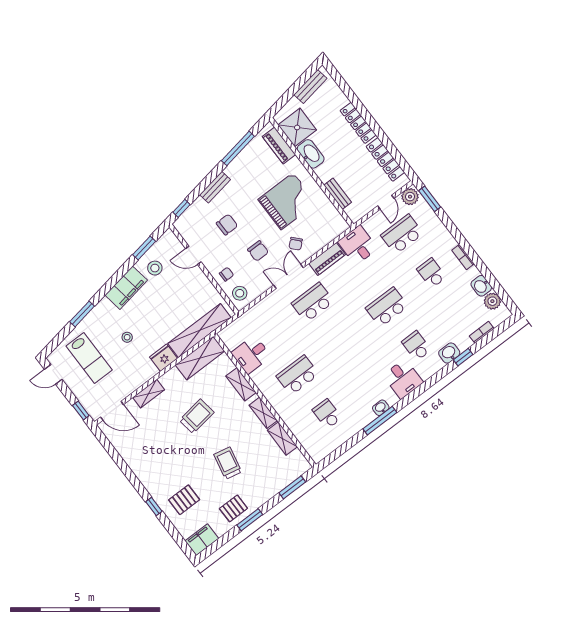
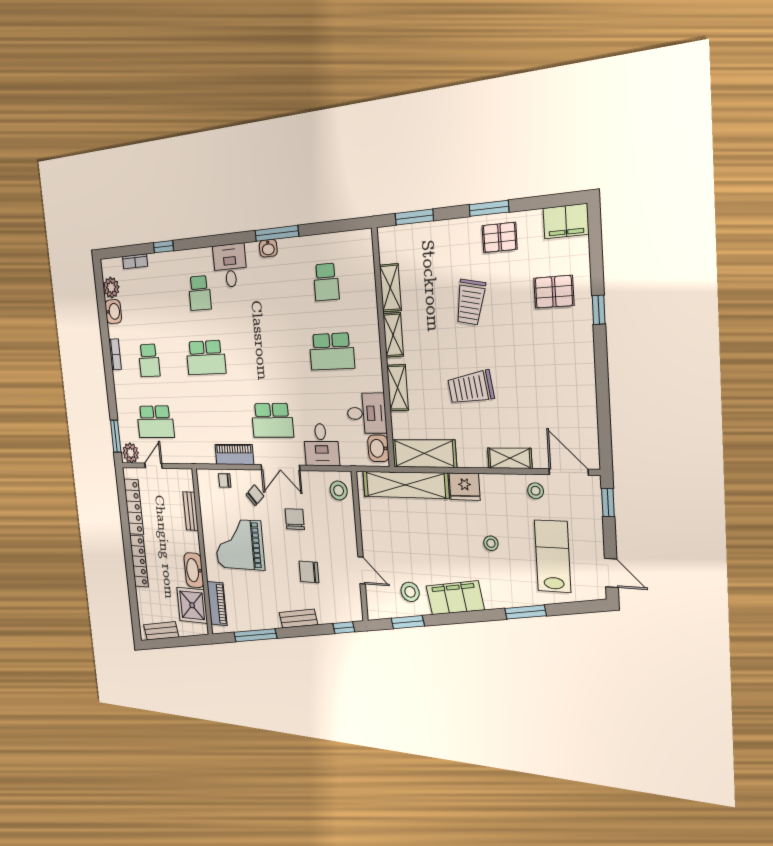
desk: (358, 245) -> (321, 445), moved
chair: (226, 274) -> (225, 480), moved
washbasin: (449, 353) -> (378, 448), moved, turned 90
stool: (123, 387) -> (536, 491), added

